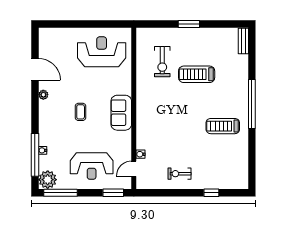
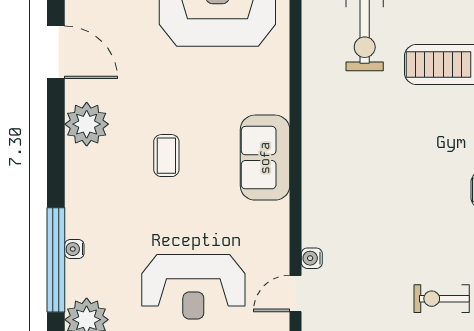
plant: (43, 95) -> (87, 124), width x1.87, depth x1.87
exercise bike: (179, 174) -> (442, 299), moved

